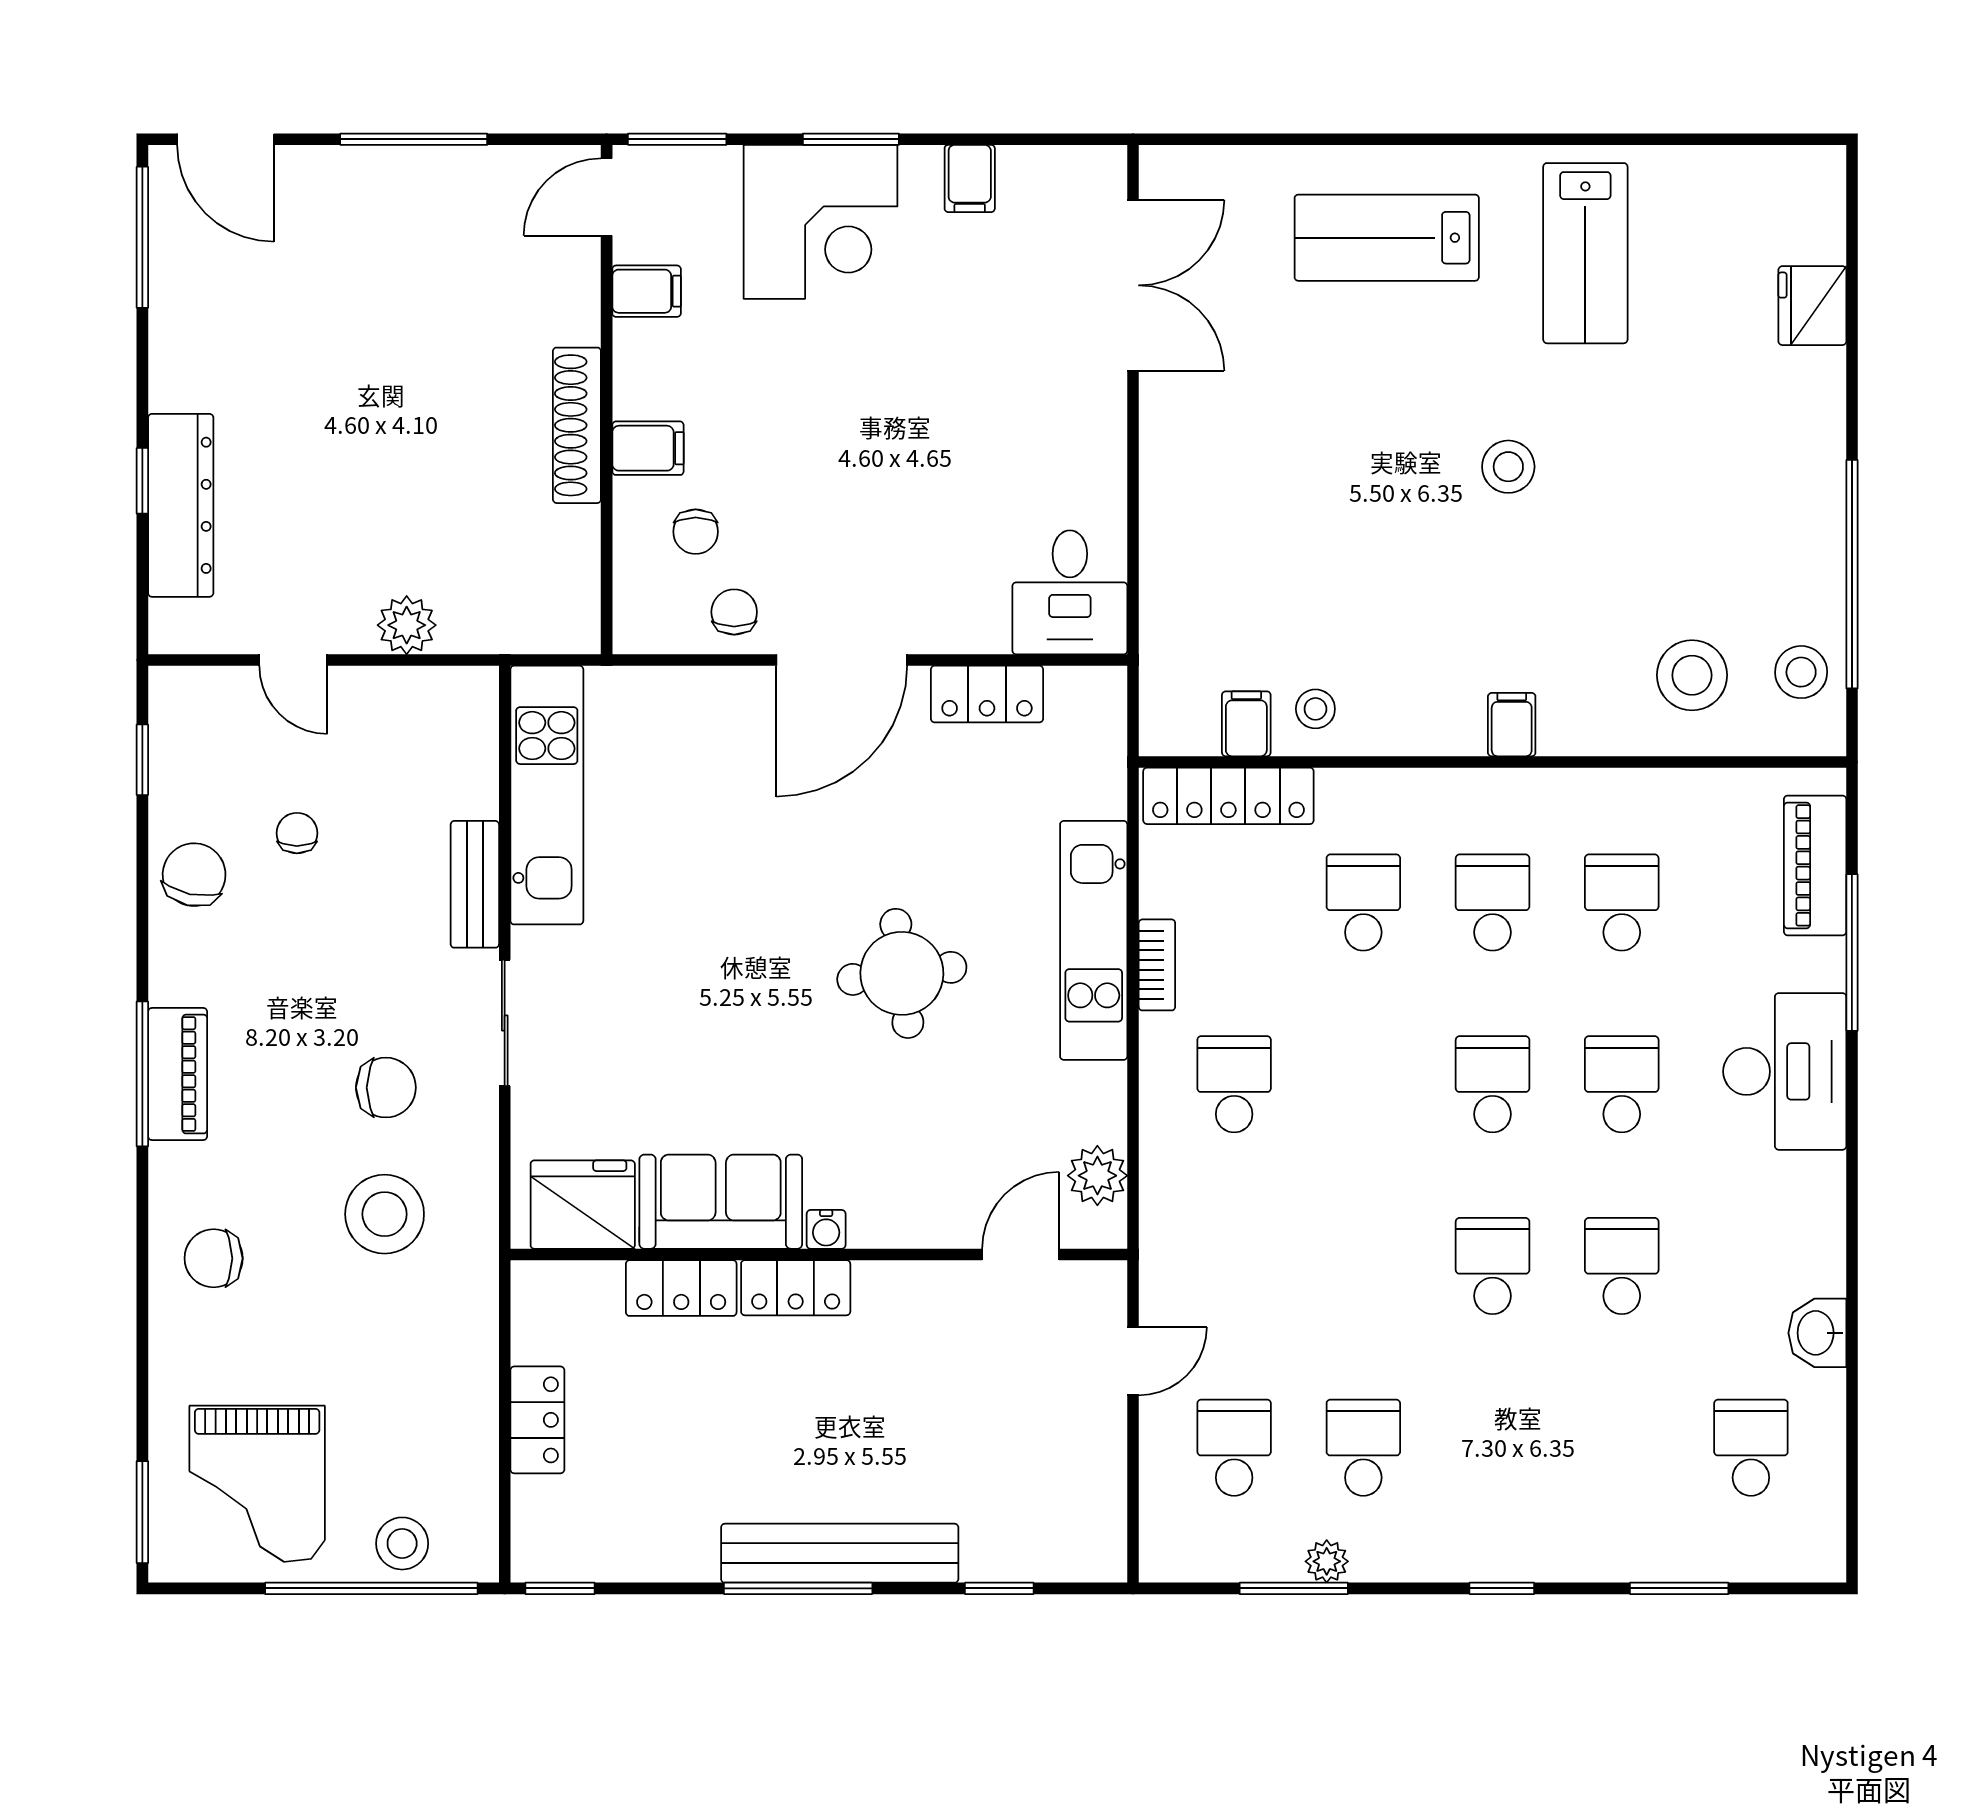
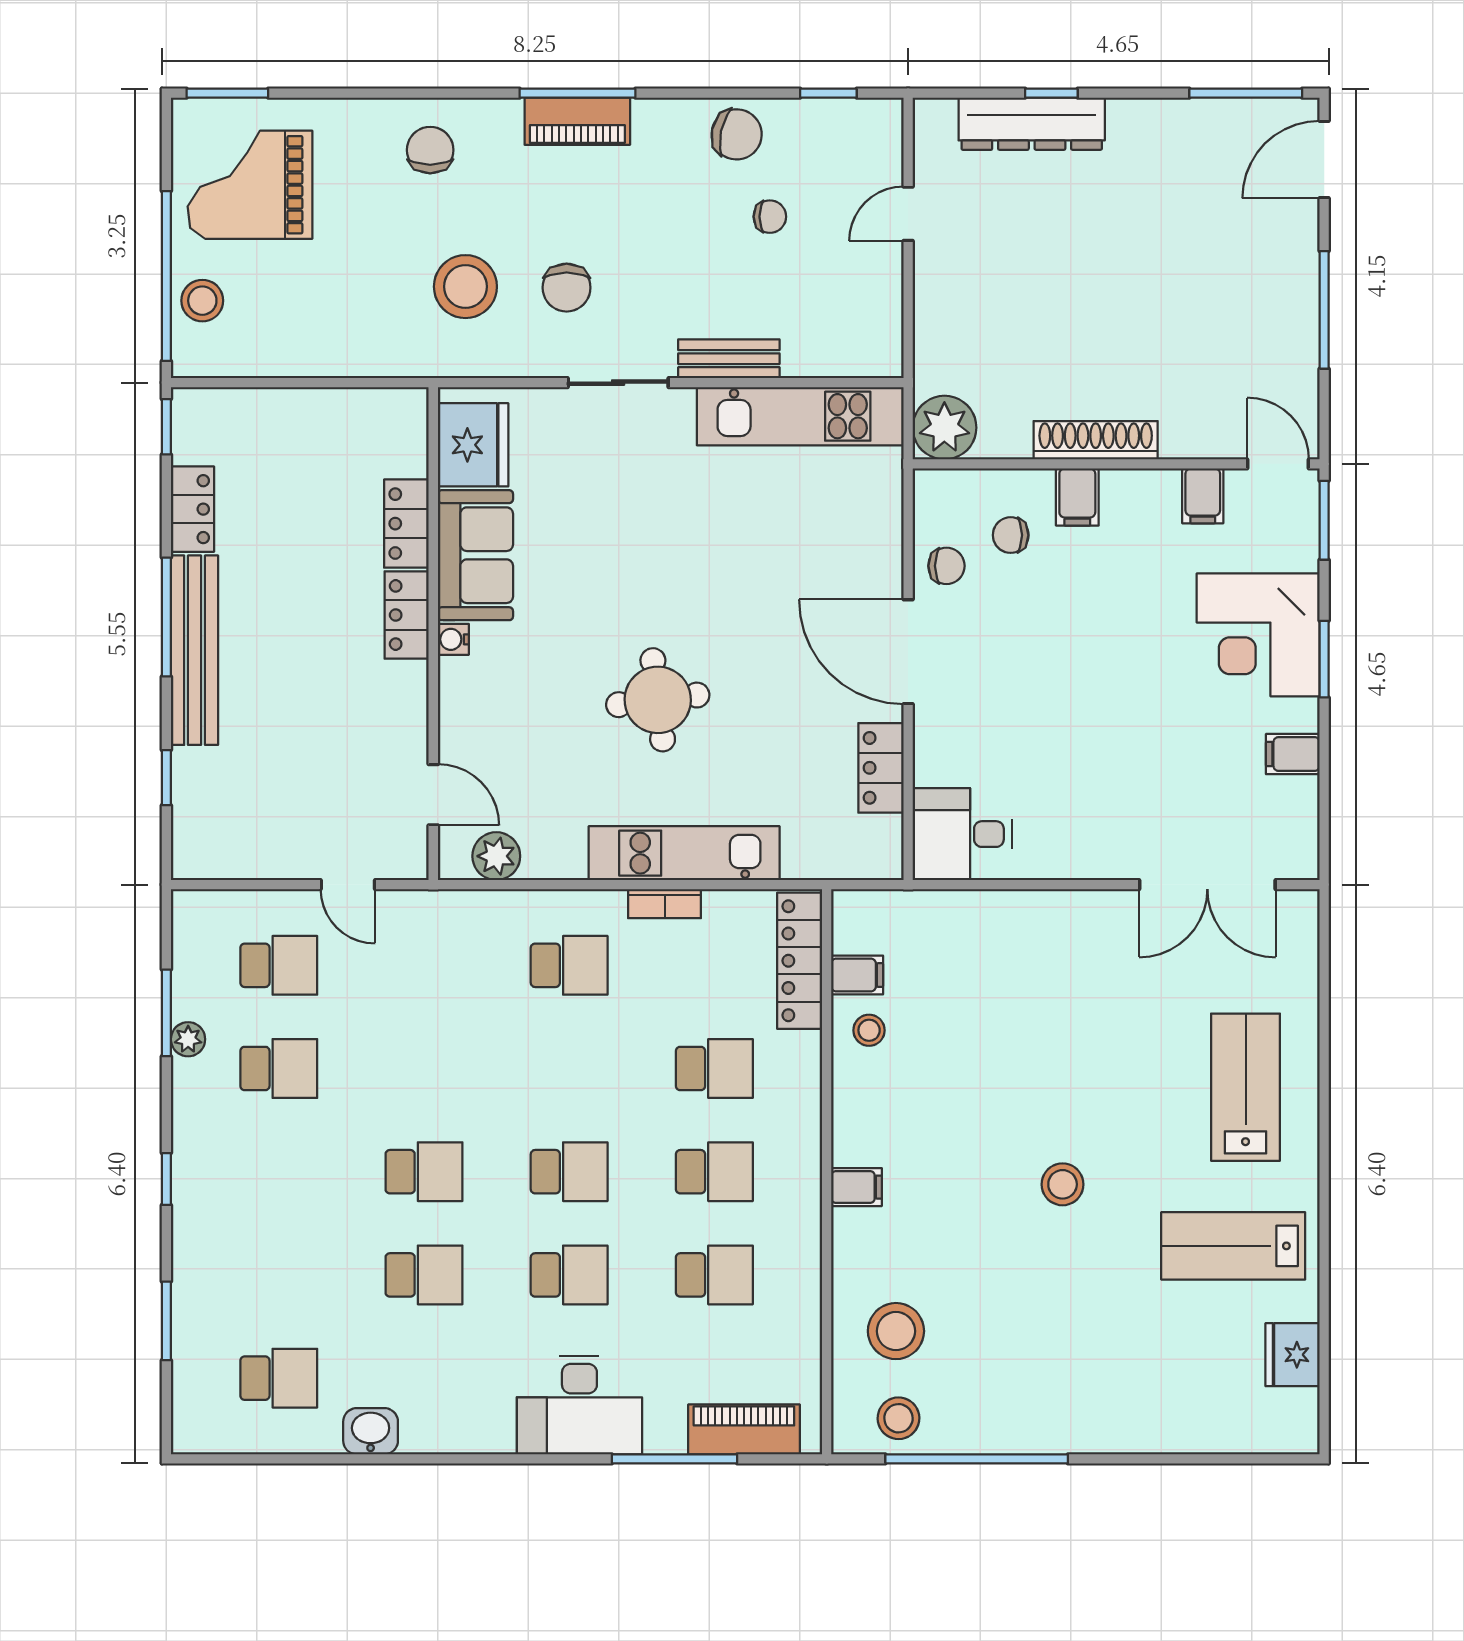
fridge: (1812, 306) -> (1293, 1355), moved, turned -90
plant: (407, 625) -> (944, 428), moved, width x1.36, depth x1.36
locker: (537, 1420) -> (192, 509), moved, turned -90

